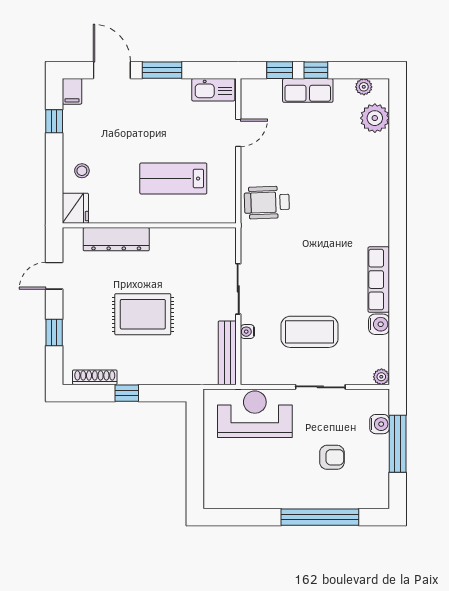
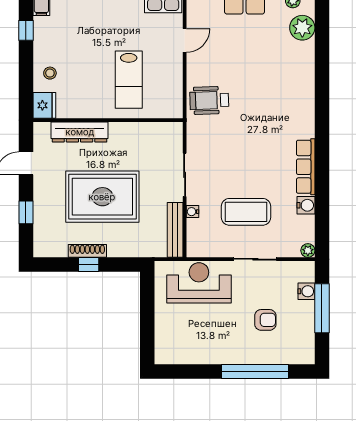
lab bench: (173, 179) -> (129, 80), turned -90
rug: (143, 314) -> (102, 197), width x1.37, depth x1.44
shoe rack: (95, 377) -> (87, 251), moved

